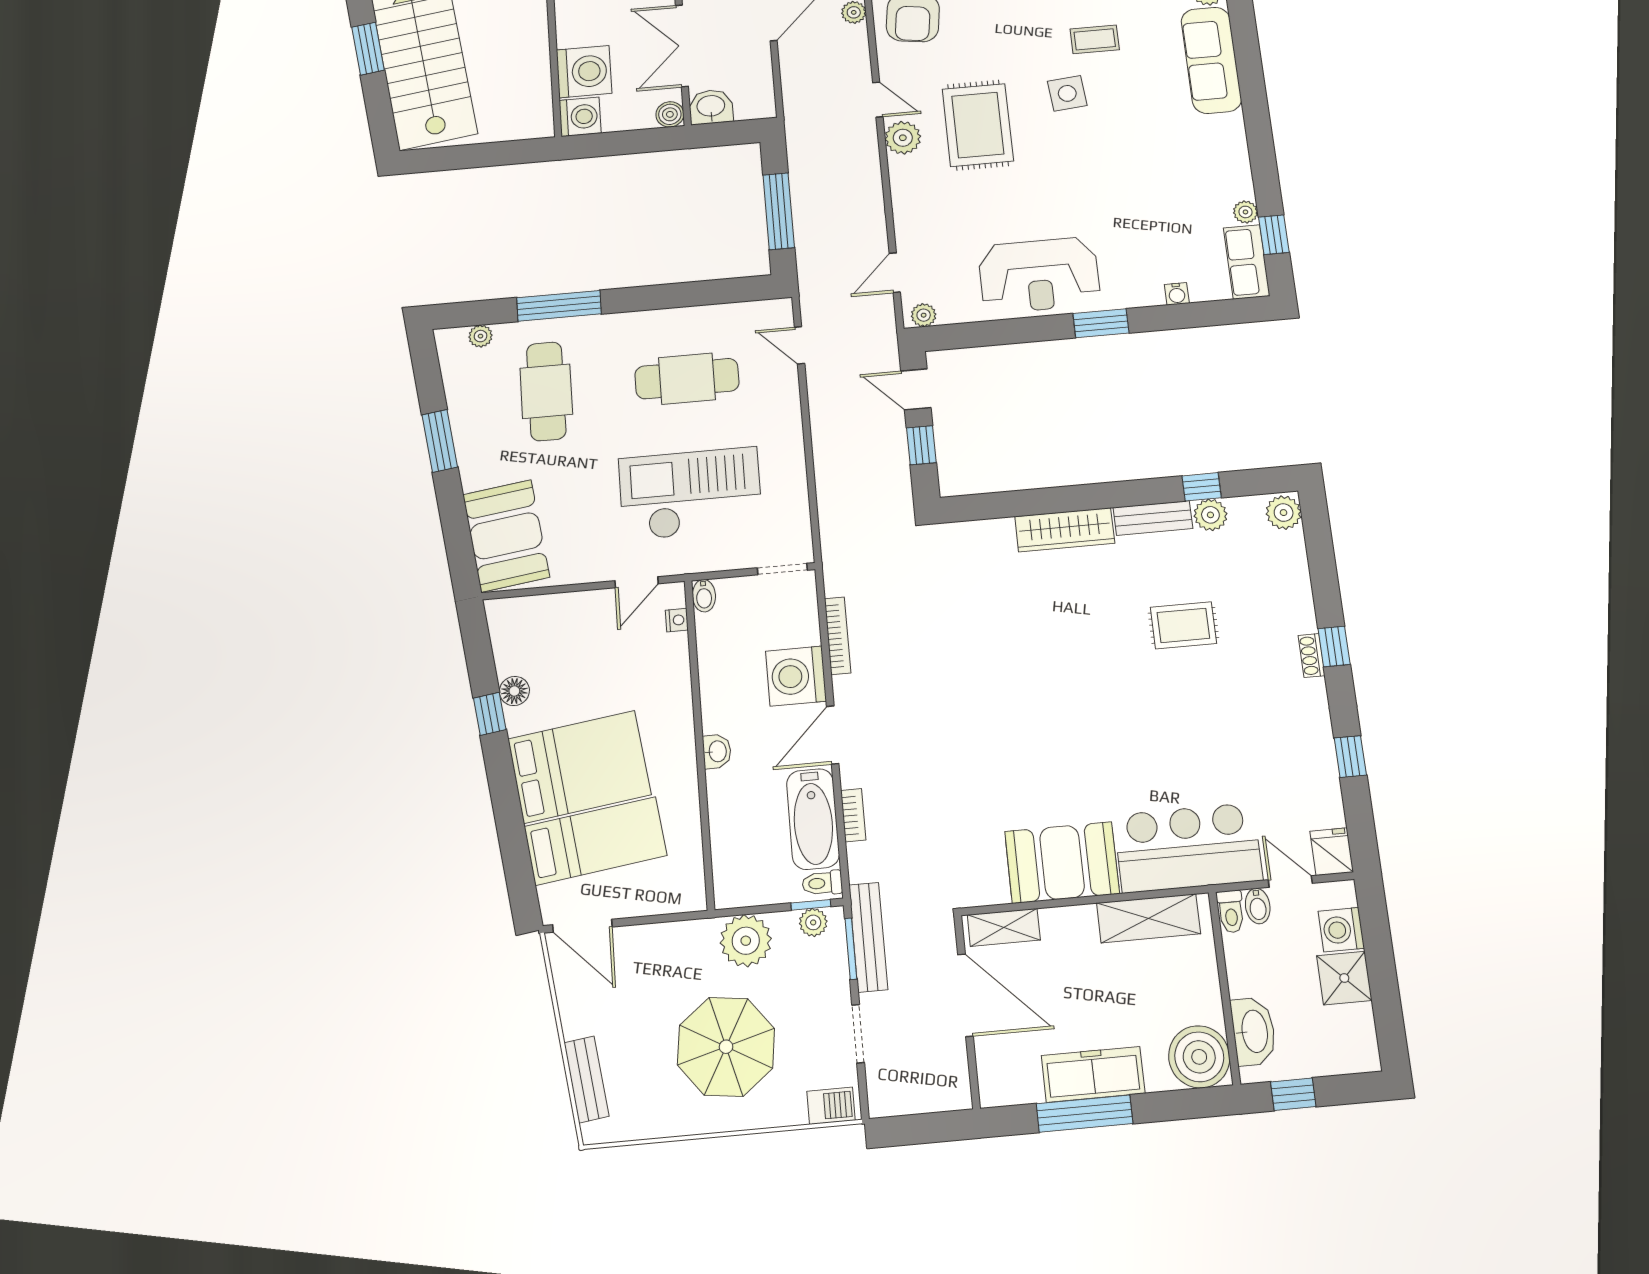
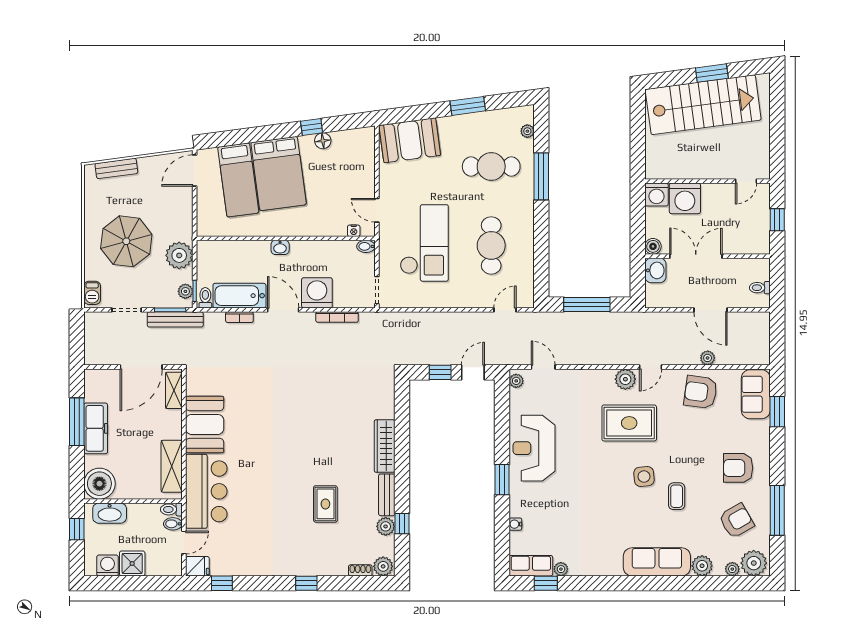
shoe rack: (1311, 656) -> (360, 570), moved
window: (1350, 757) -> (222, 583), moved
washing machine: (1341, 930) -> (108, 565), moved

